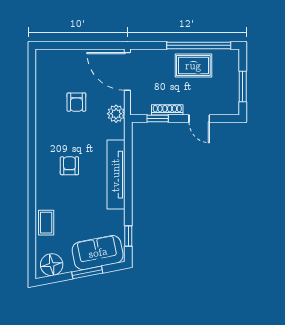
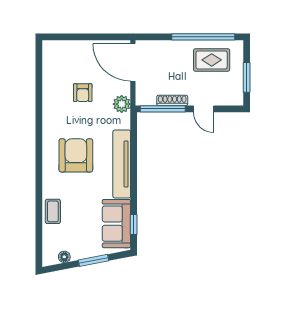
rug: (193, 66) -> (212, 60), moved
window: (158, 119) -> (163, 109), width x2.17
armchair: (69, 166) -> (76, 155), width x1.88, depth x1.88
sofa: (98, 253) -> (116, 224), moved, turned -79
floor lamp: (52, 265) -> (64, 257), width x0.53, depth x0.53

